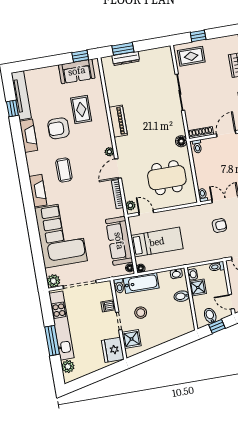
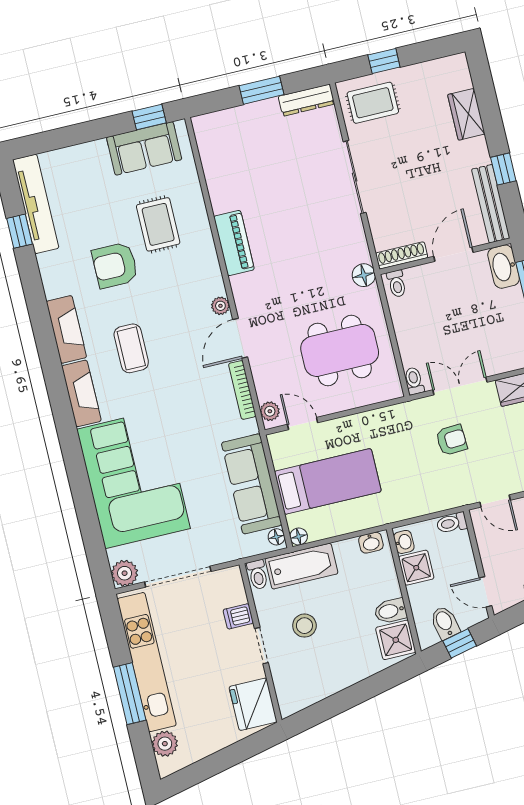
window: (123, 49) -> (262, 90), moved
dresser: (126, 58) -> (306, 100), moved
fireplace: (29, 136) -> (66, 329), moved
bidet: (182, 296) -> (390, 611), moved
shower: (132, 339) -> (396, 640), moved

